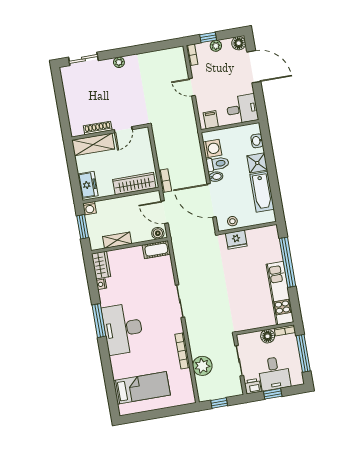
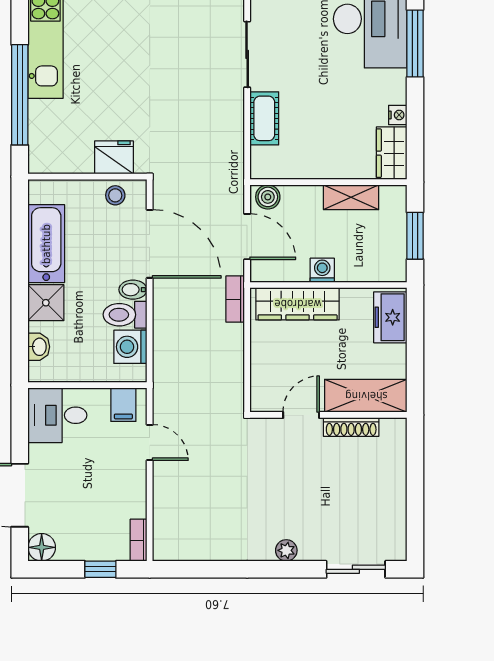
plant: (216, 46) -> (88, 550), removed
door: (192, 87) -> (150, 442), moved
washing machine: (90, 208) -> (322, 270), moved
cot: (156, 250) -> (264, 118), moved, turned 90

